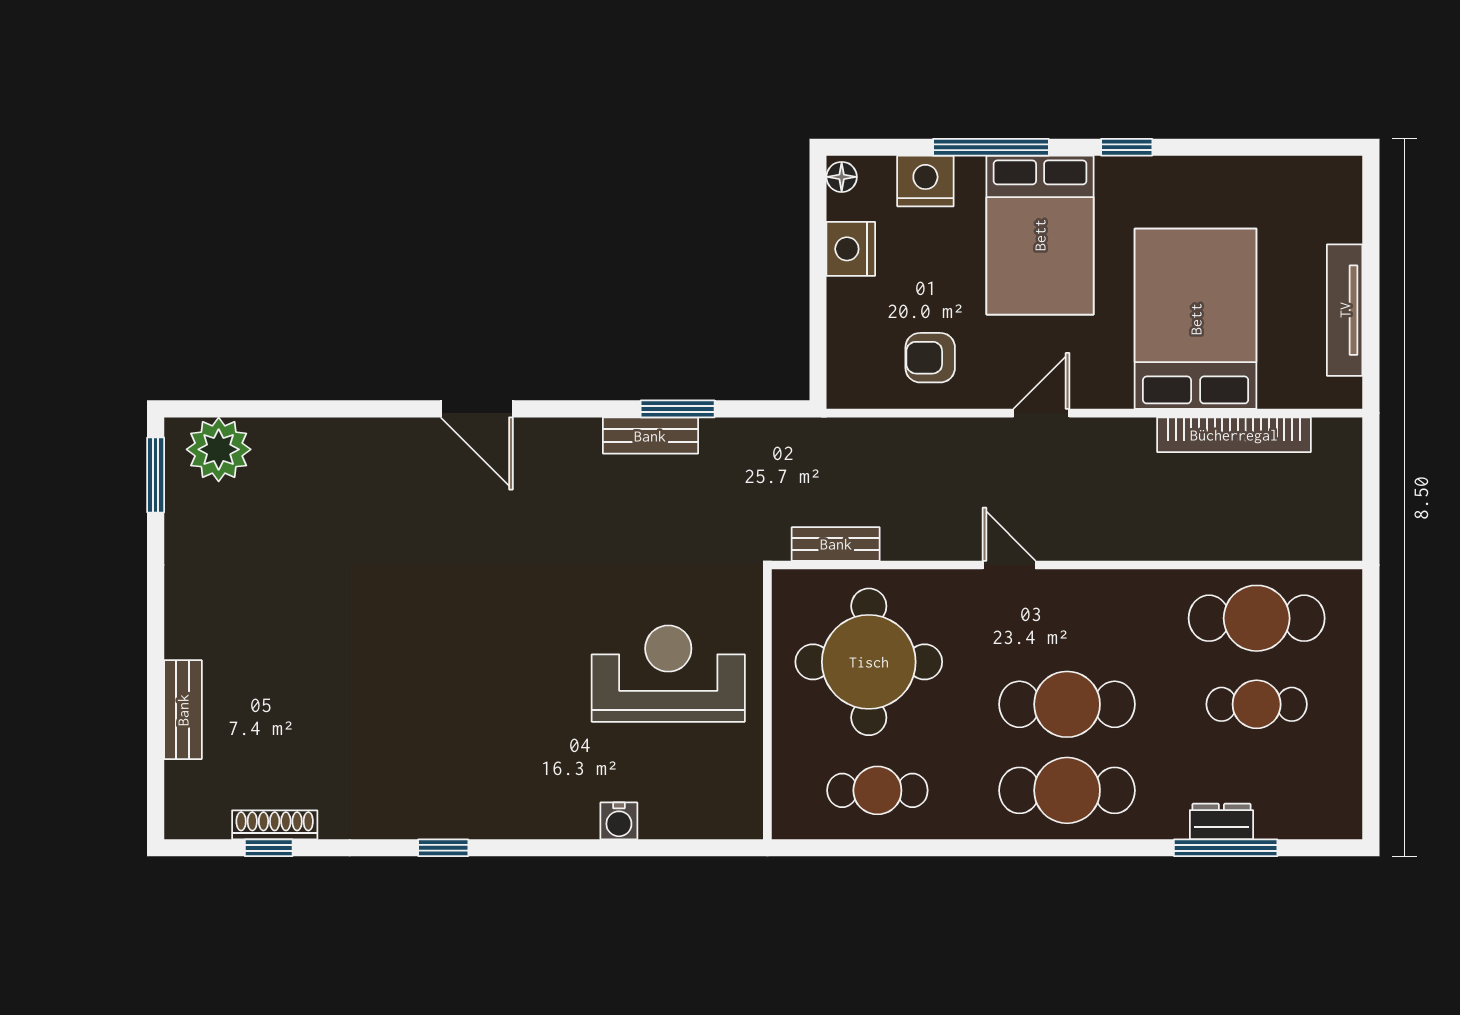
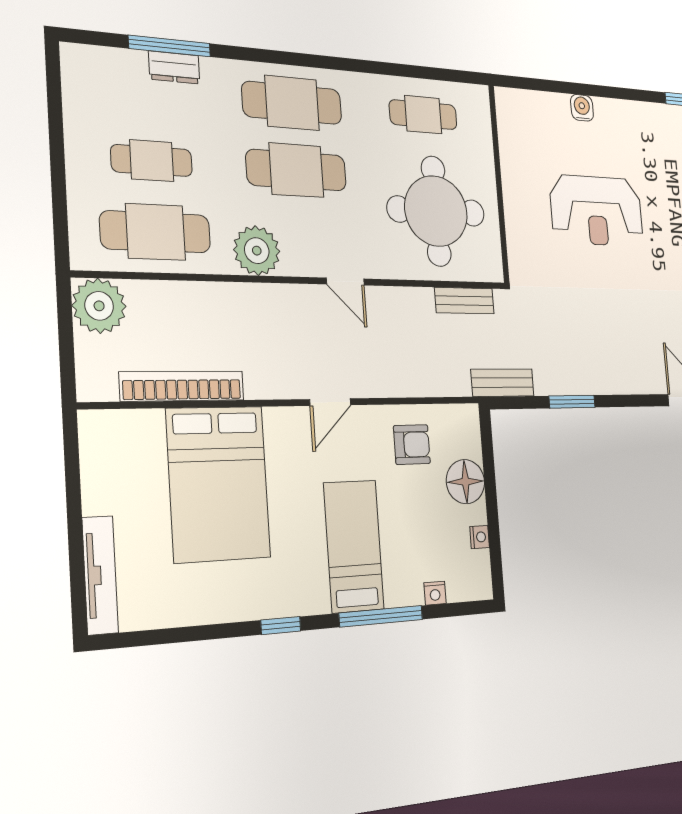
floor lamp: (842, 177) -> (465, 482), moved, width x1.89, depth x1.89
nightstand: (925, 181) -> (435, 593), width x0.53, depth x0.56
bed: (1040, 235) -> (354, 546), width x0.67
nightstand: (851, 249) -> (480, 537), width x0.53, depth x0.56
tv unit: (1345, 310) -> (100, 575), moved
bench: (650, 436) -> (503, 383), moved
plant: (1330, 528) -> (99, 306), added
plant: (1128, 600) -> (257, 251), added
reception desk: (668, 674) -> (597, 211), moved

